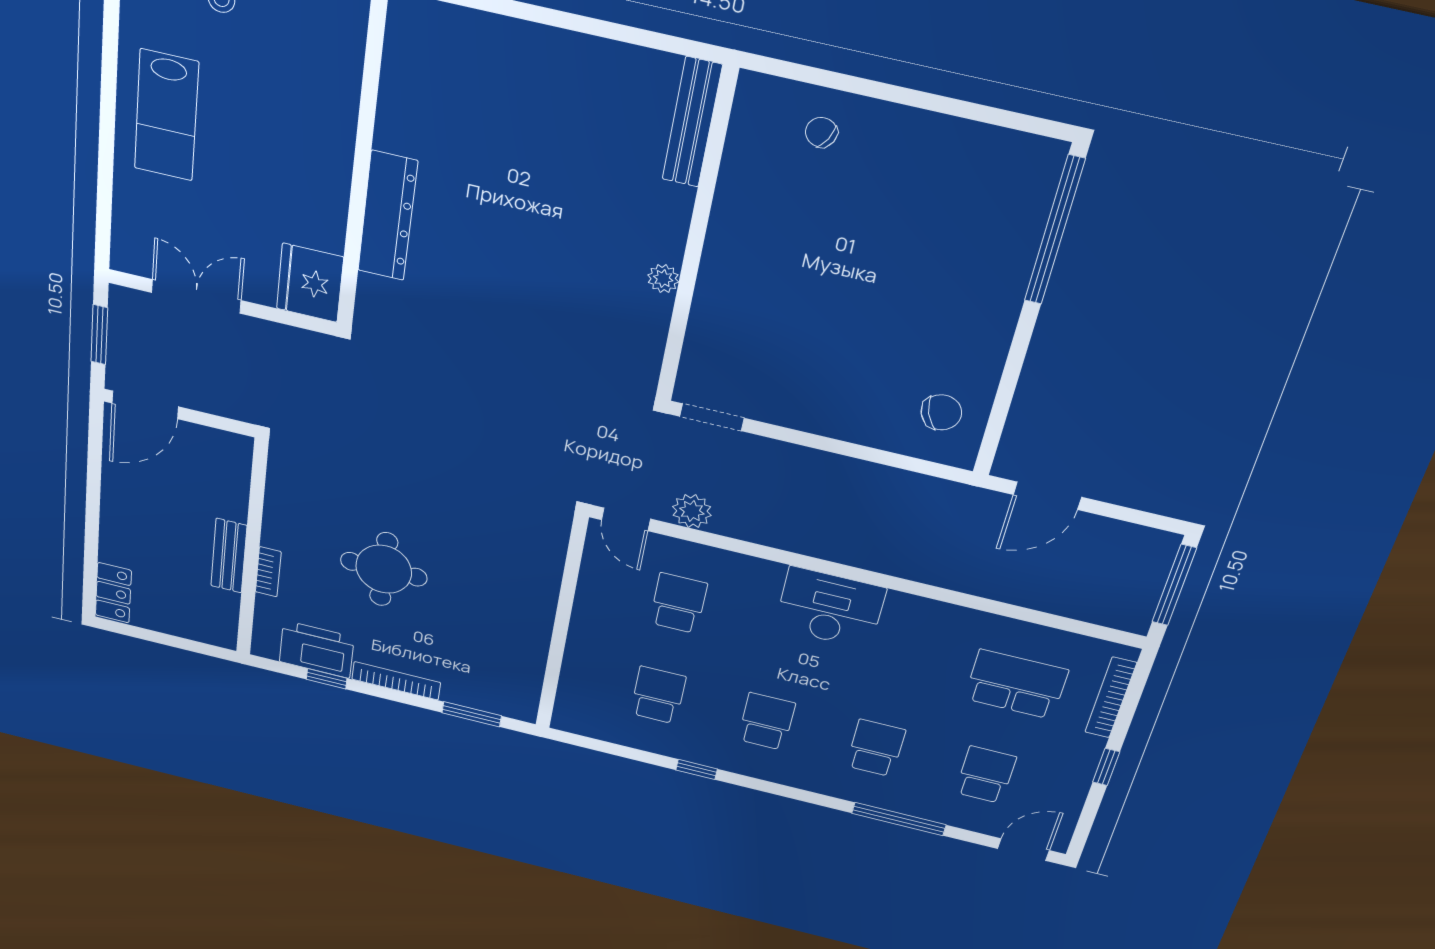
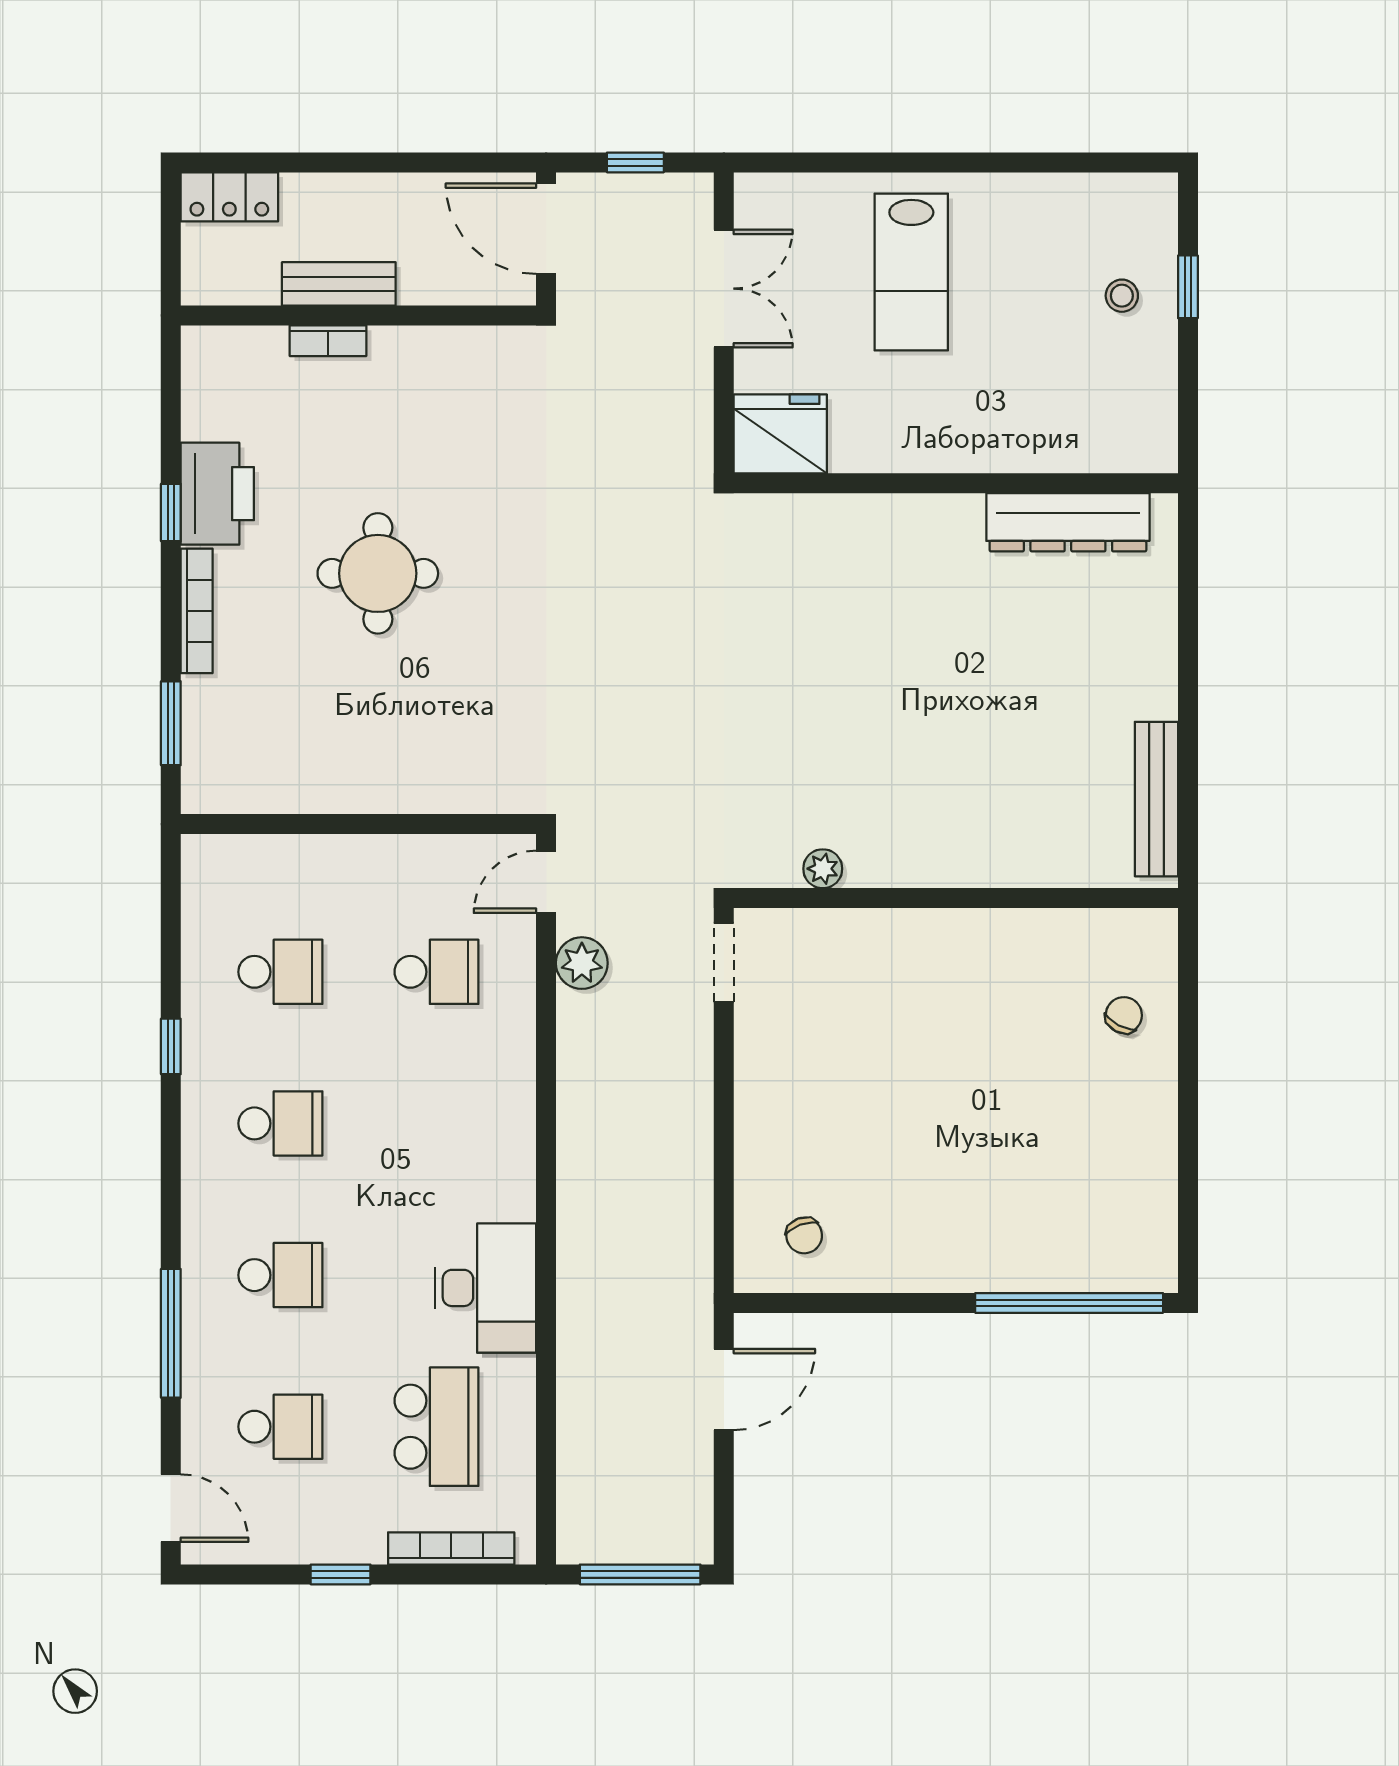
lab bench: (166, 115) -> (911, 272), moved, turned -90
bench: (692, 122) -> (1156, 799), moved, turned 90
dresser: (388, 216) -> (1068, 522), moved
plant: (663, 279) -> (823, 869), moved
window: (99, 335) -> (635, 162), width x0.67
chair: (941, 412) -> (804, 1235), width x0.73, depth x0.73
door: (1047, 496) -> (724, 1390), swing flipped
wall: (252, 549) -> (358, 315), moved
bench: (229, 556) -> (339, 284), moved
bookcase: (268, 572) -> (328, 341), moved
desk: (830, 608) -> (485, 1288), moved

